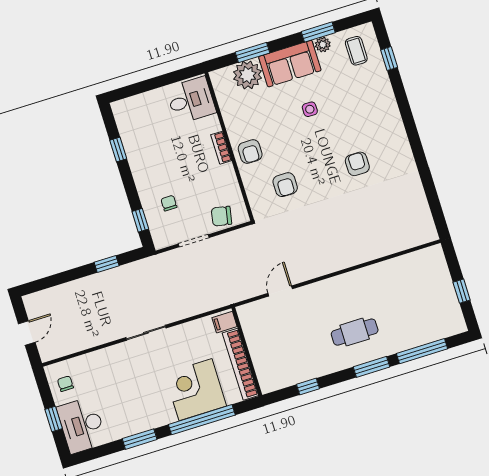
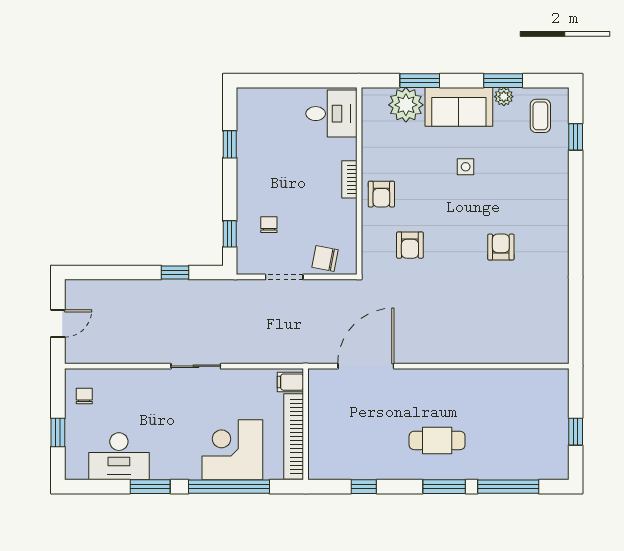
door: (280, 291) -> (366, 366), width x1.88
desk: (82, 425) -> (119, 456), moved, turned -90

